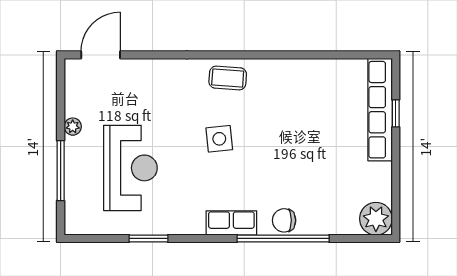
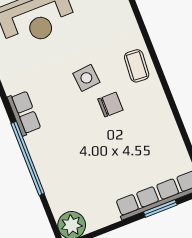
window: (396, 113) -> (160, 208), width x1.50
chair: (284, 220) -> (110, 105), moved, turned 90

